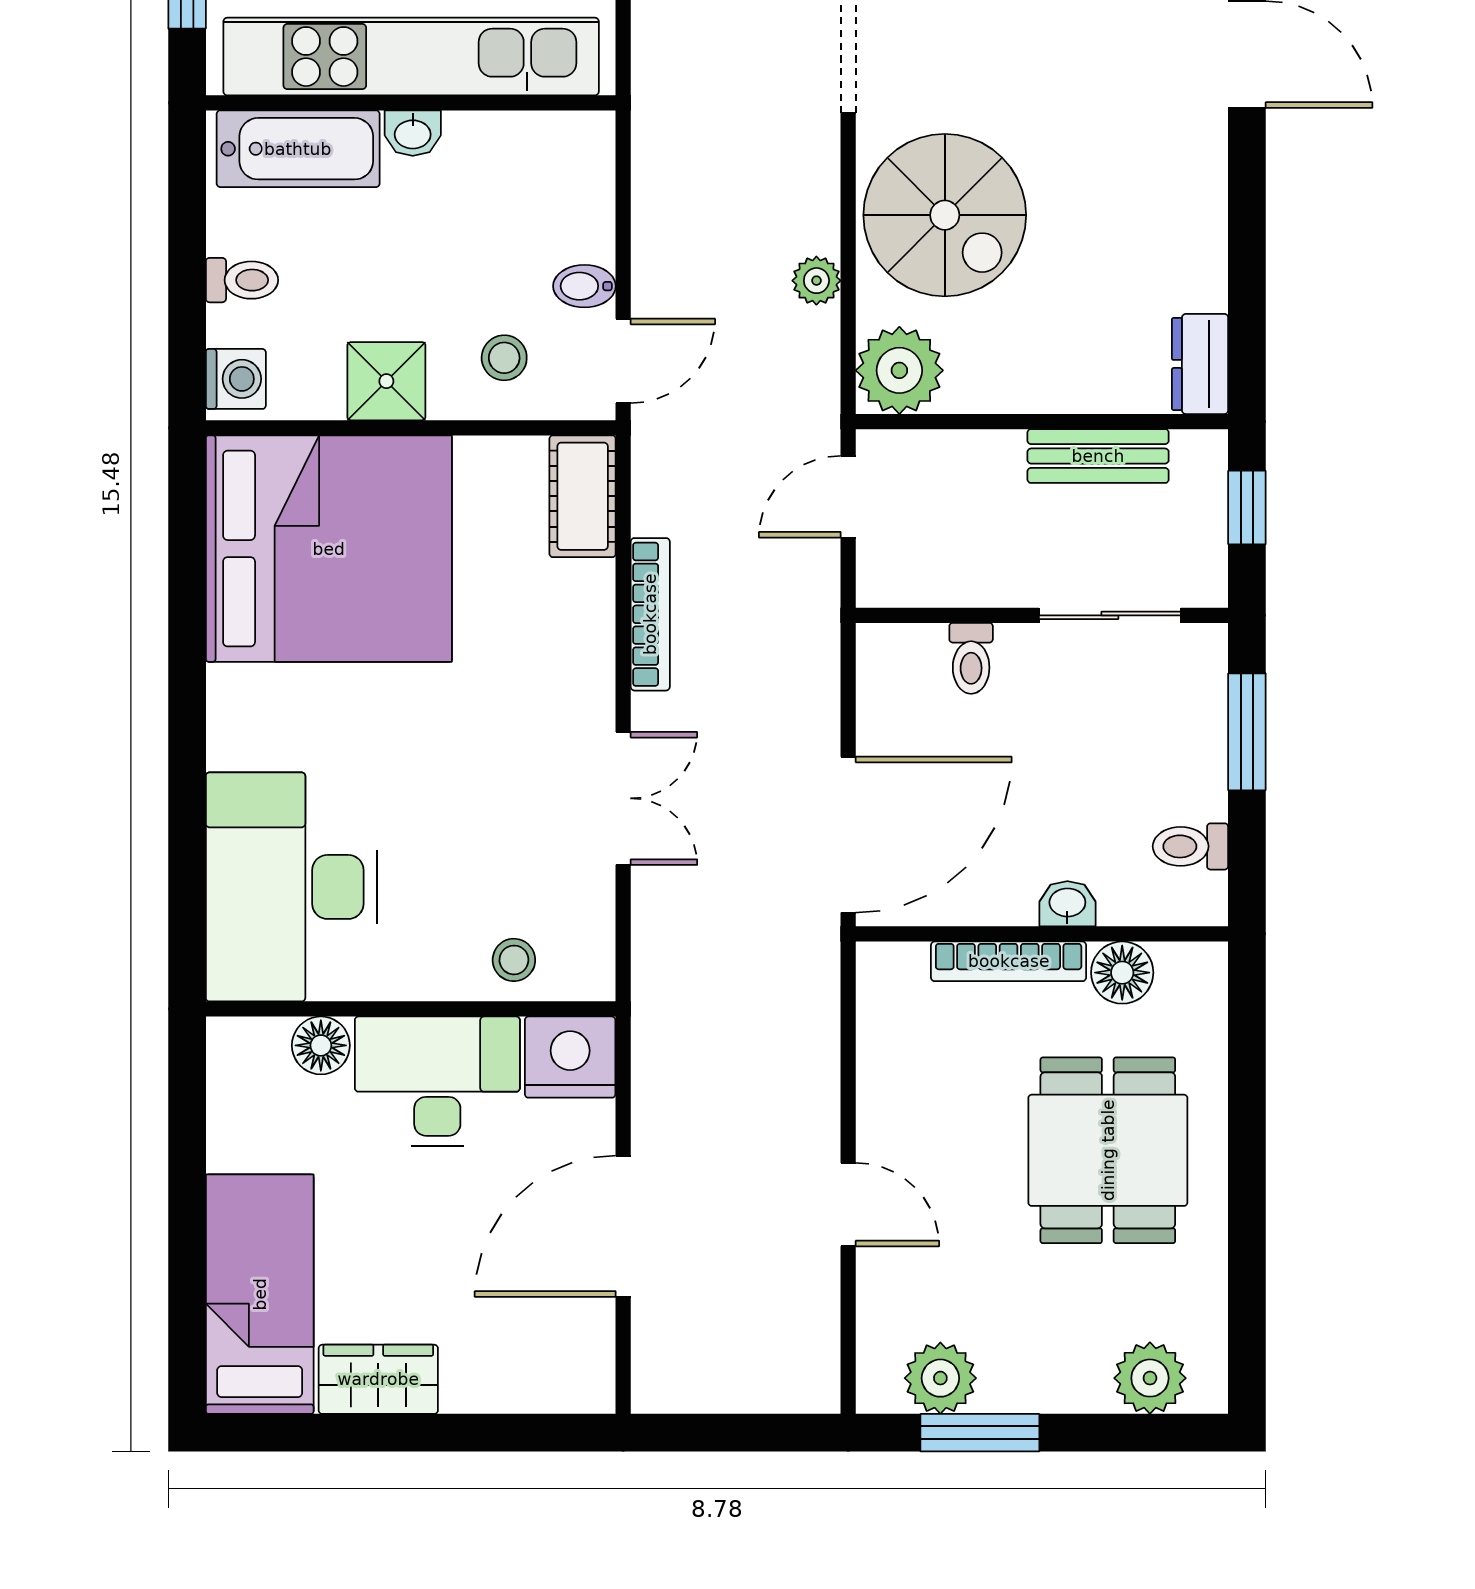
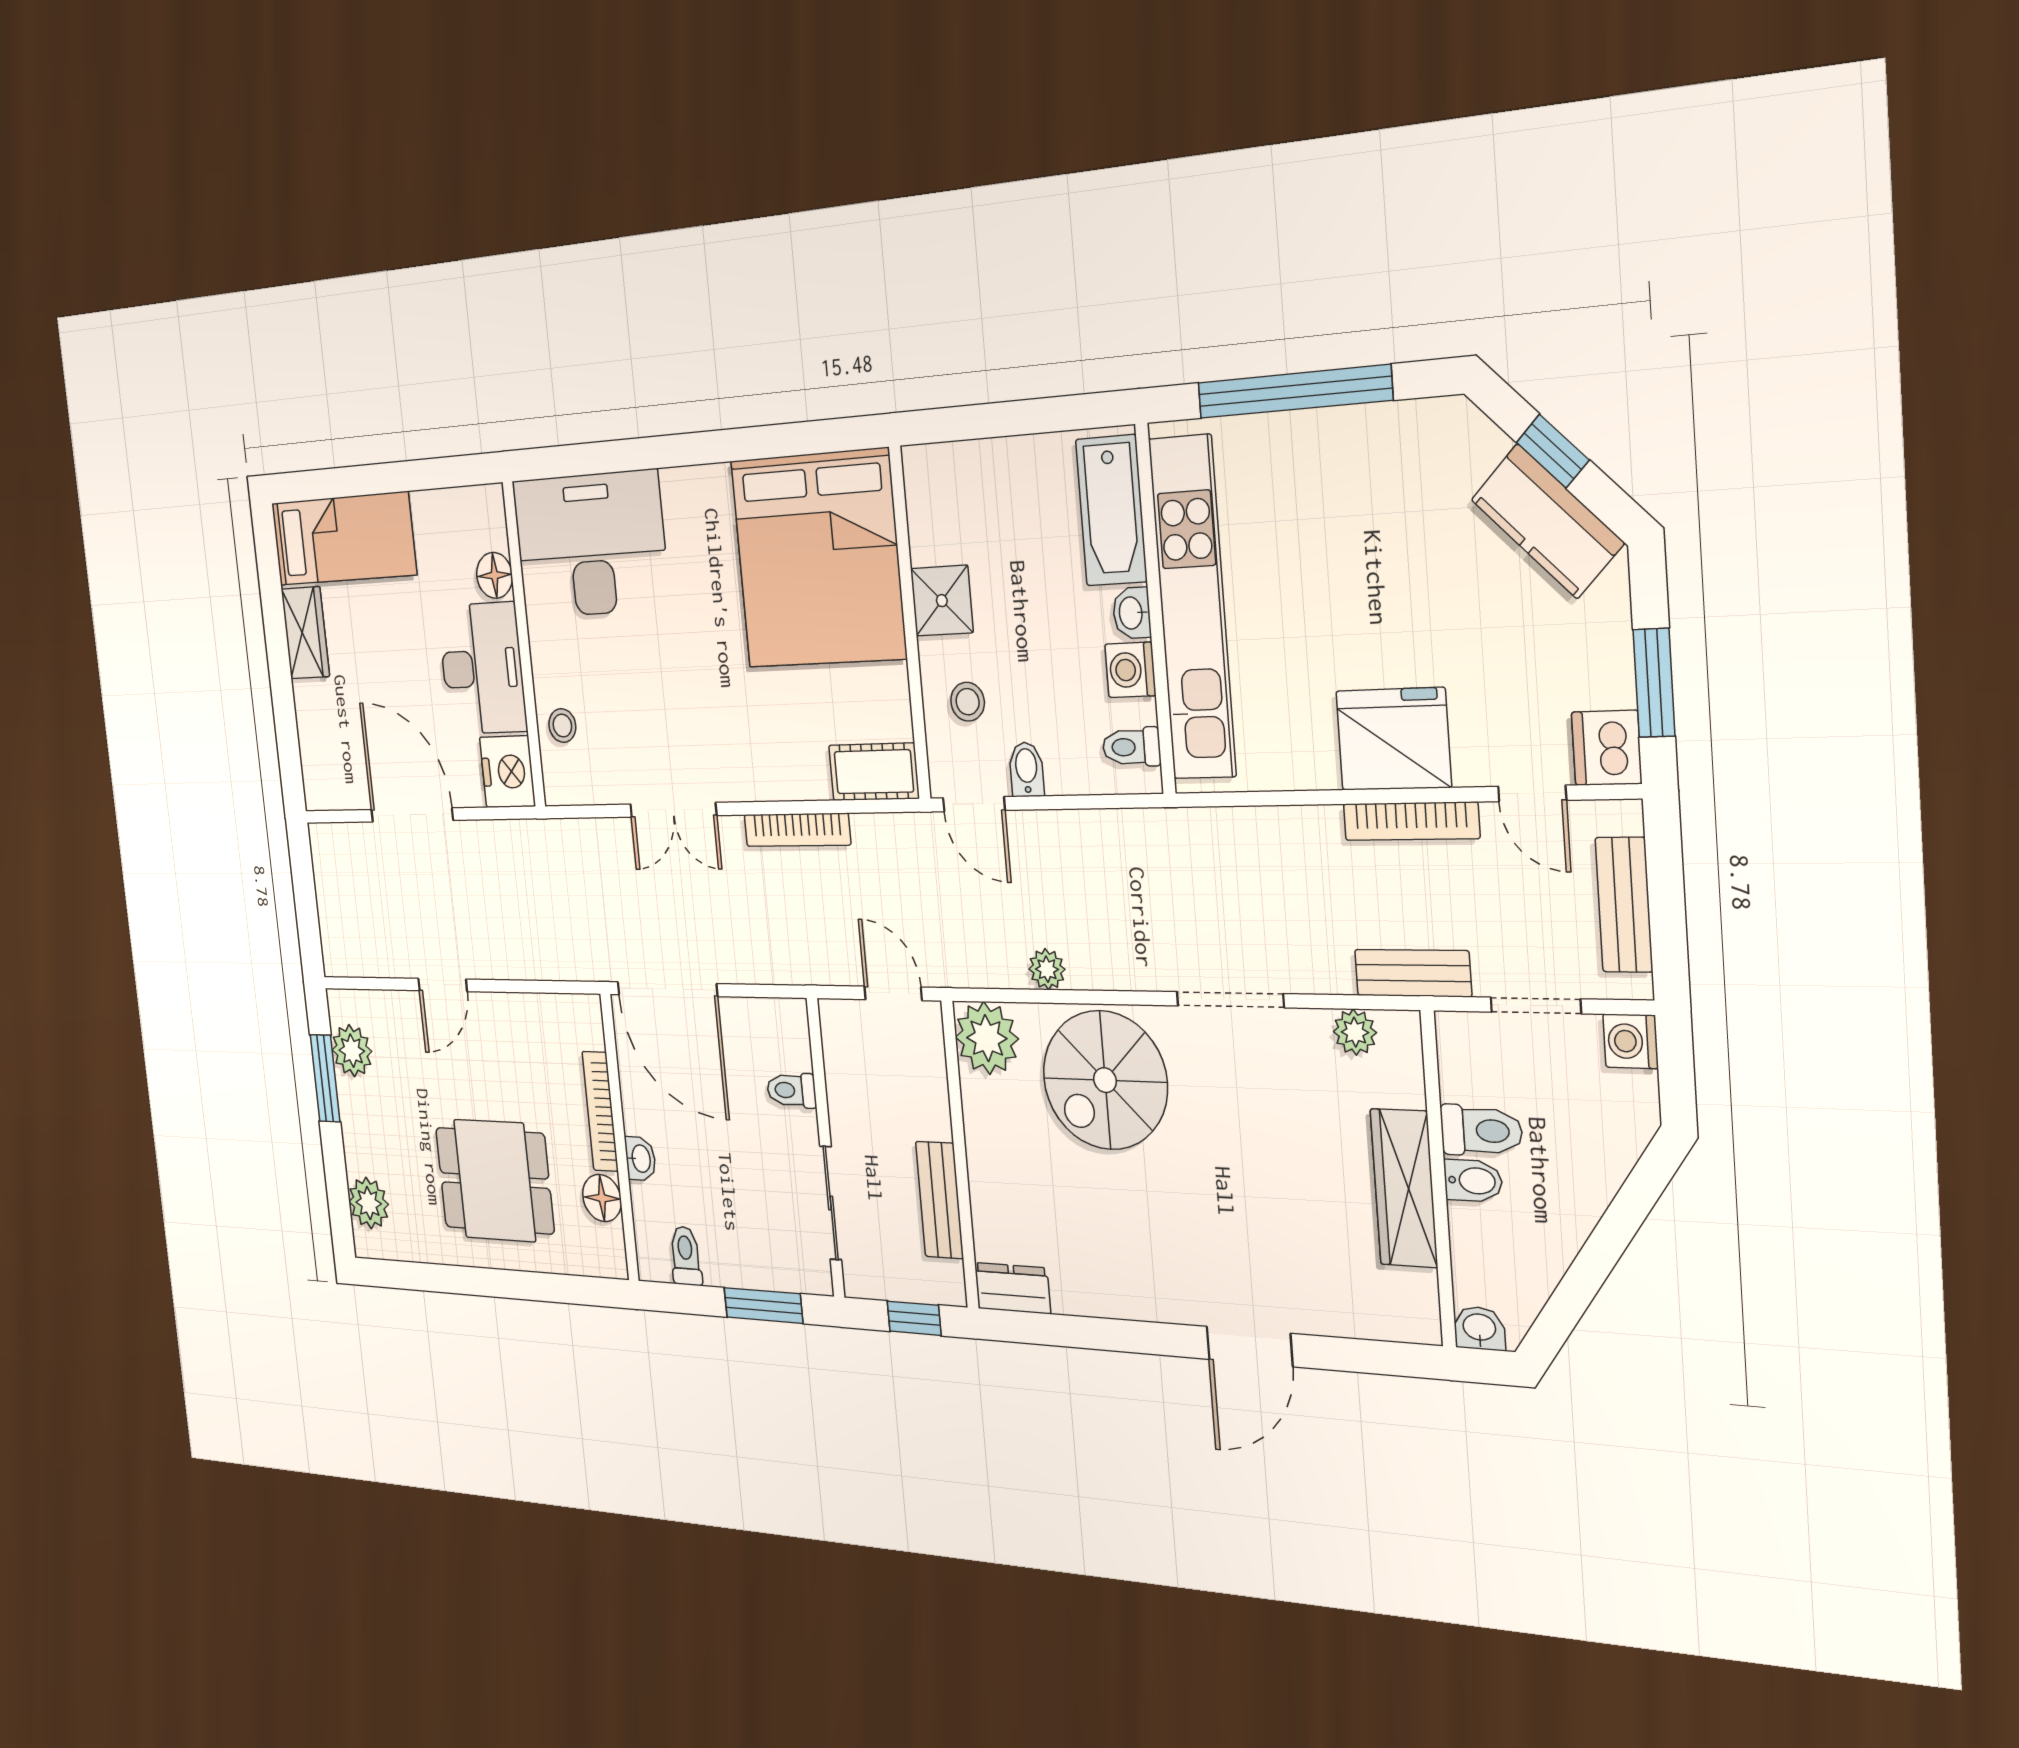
toilet: (242, 280) -> (1132, 747), moved, turned 90
washing machine: (236, 379) -> (1130, 670), moved, turned 90

